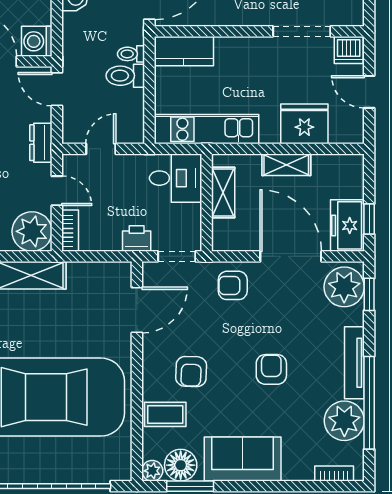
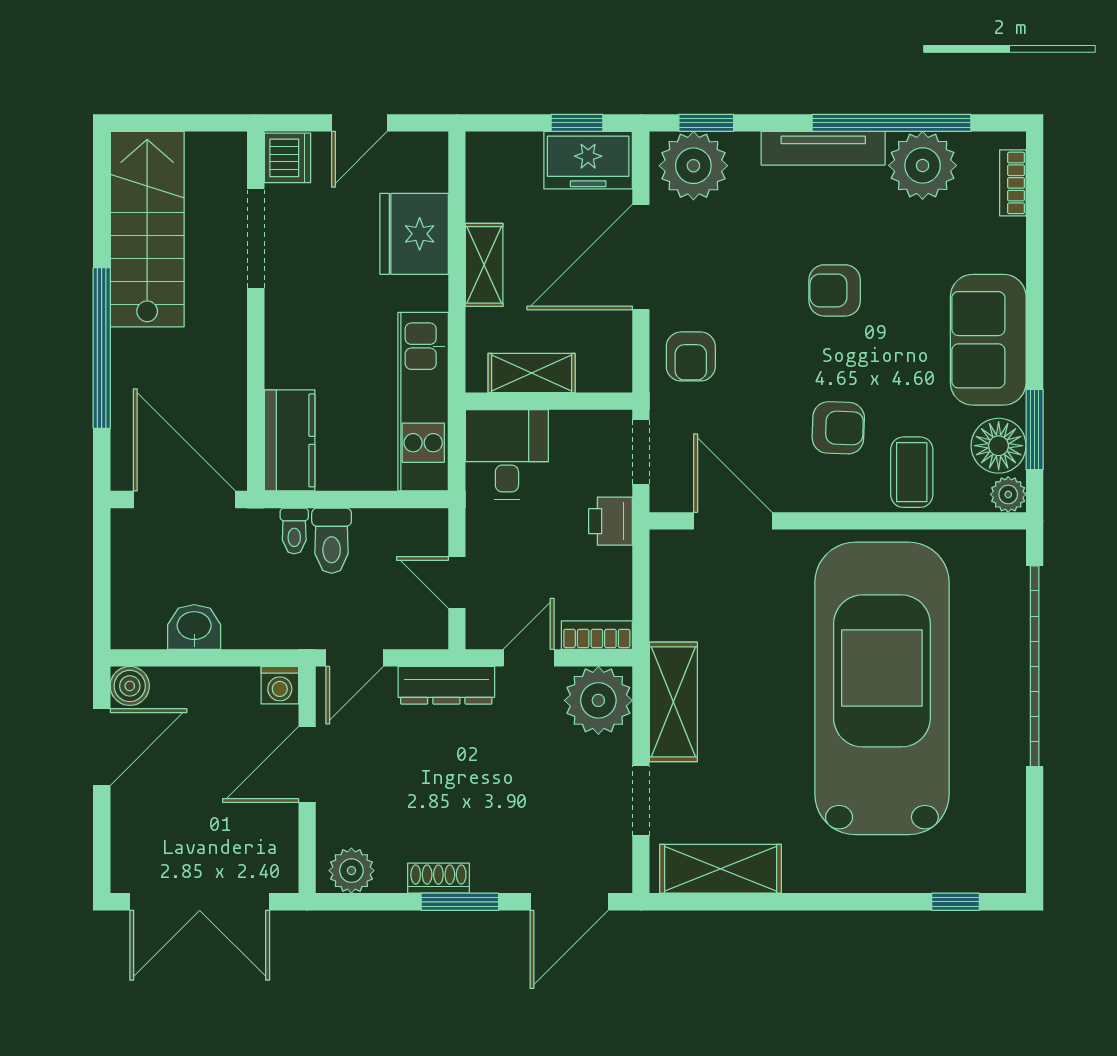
washing machine: (37, 41) -> (280, 685), width x0.73, depth x0.73
dresser: (41, 143) -> (446, 685), width x1.44

